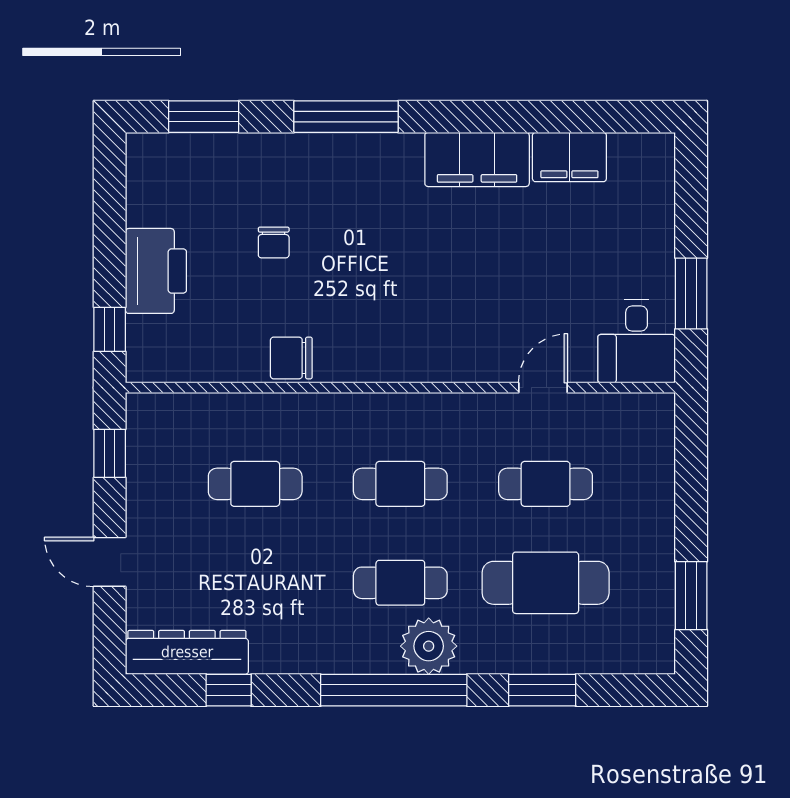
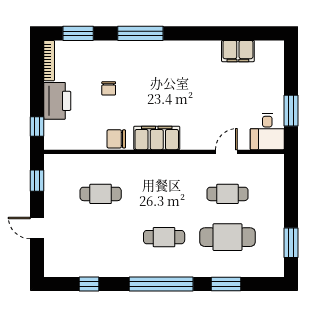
filing cabinet: (477, 159) -> (157, 138), moved, turned 180
bookcase: (137, 179) -> (49, 61), added
cafe table: (400, 484) -> (164, 194), removed
plant: (429, 646) -> (176, 265), removed
dresser: (187, 652) -> (71, 268), removed

